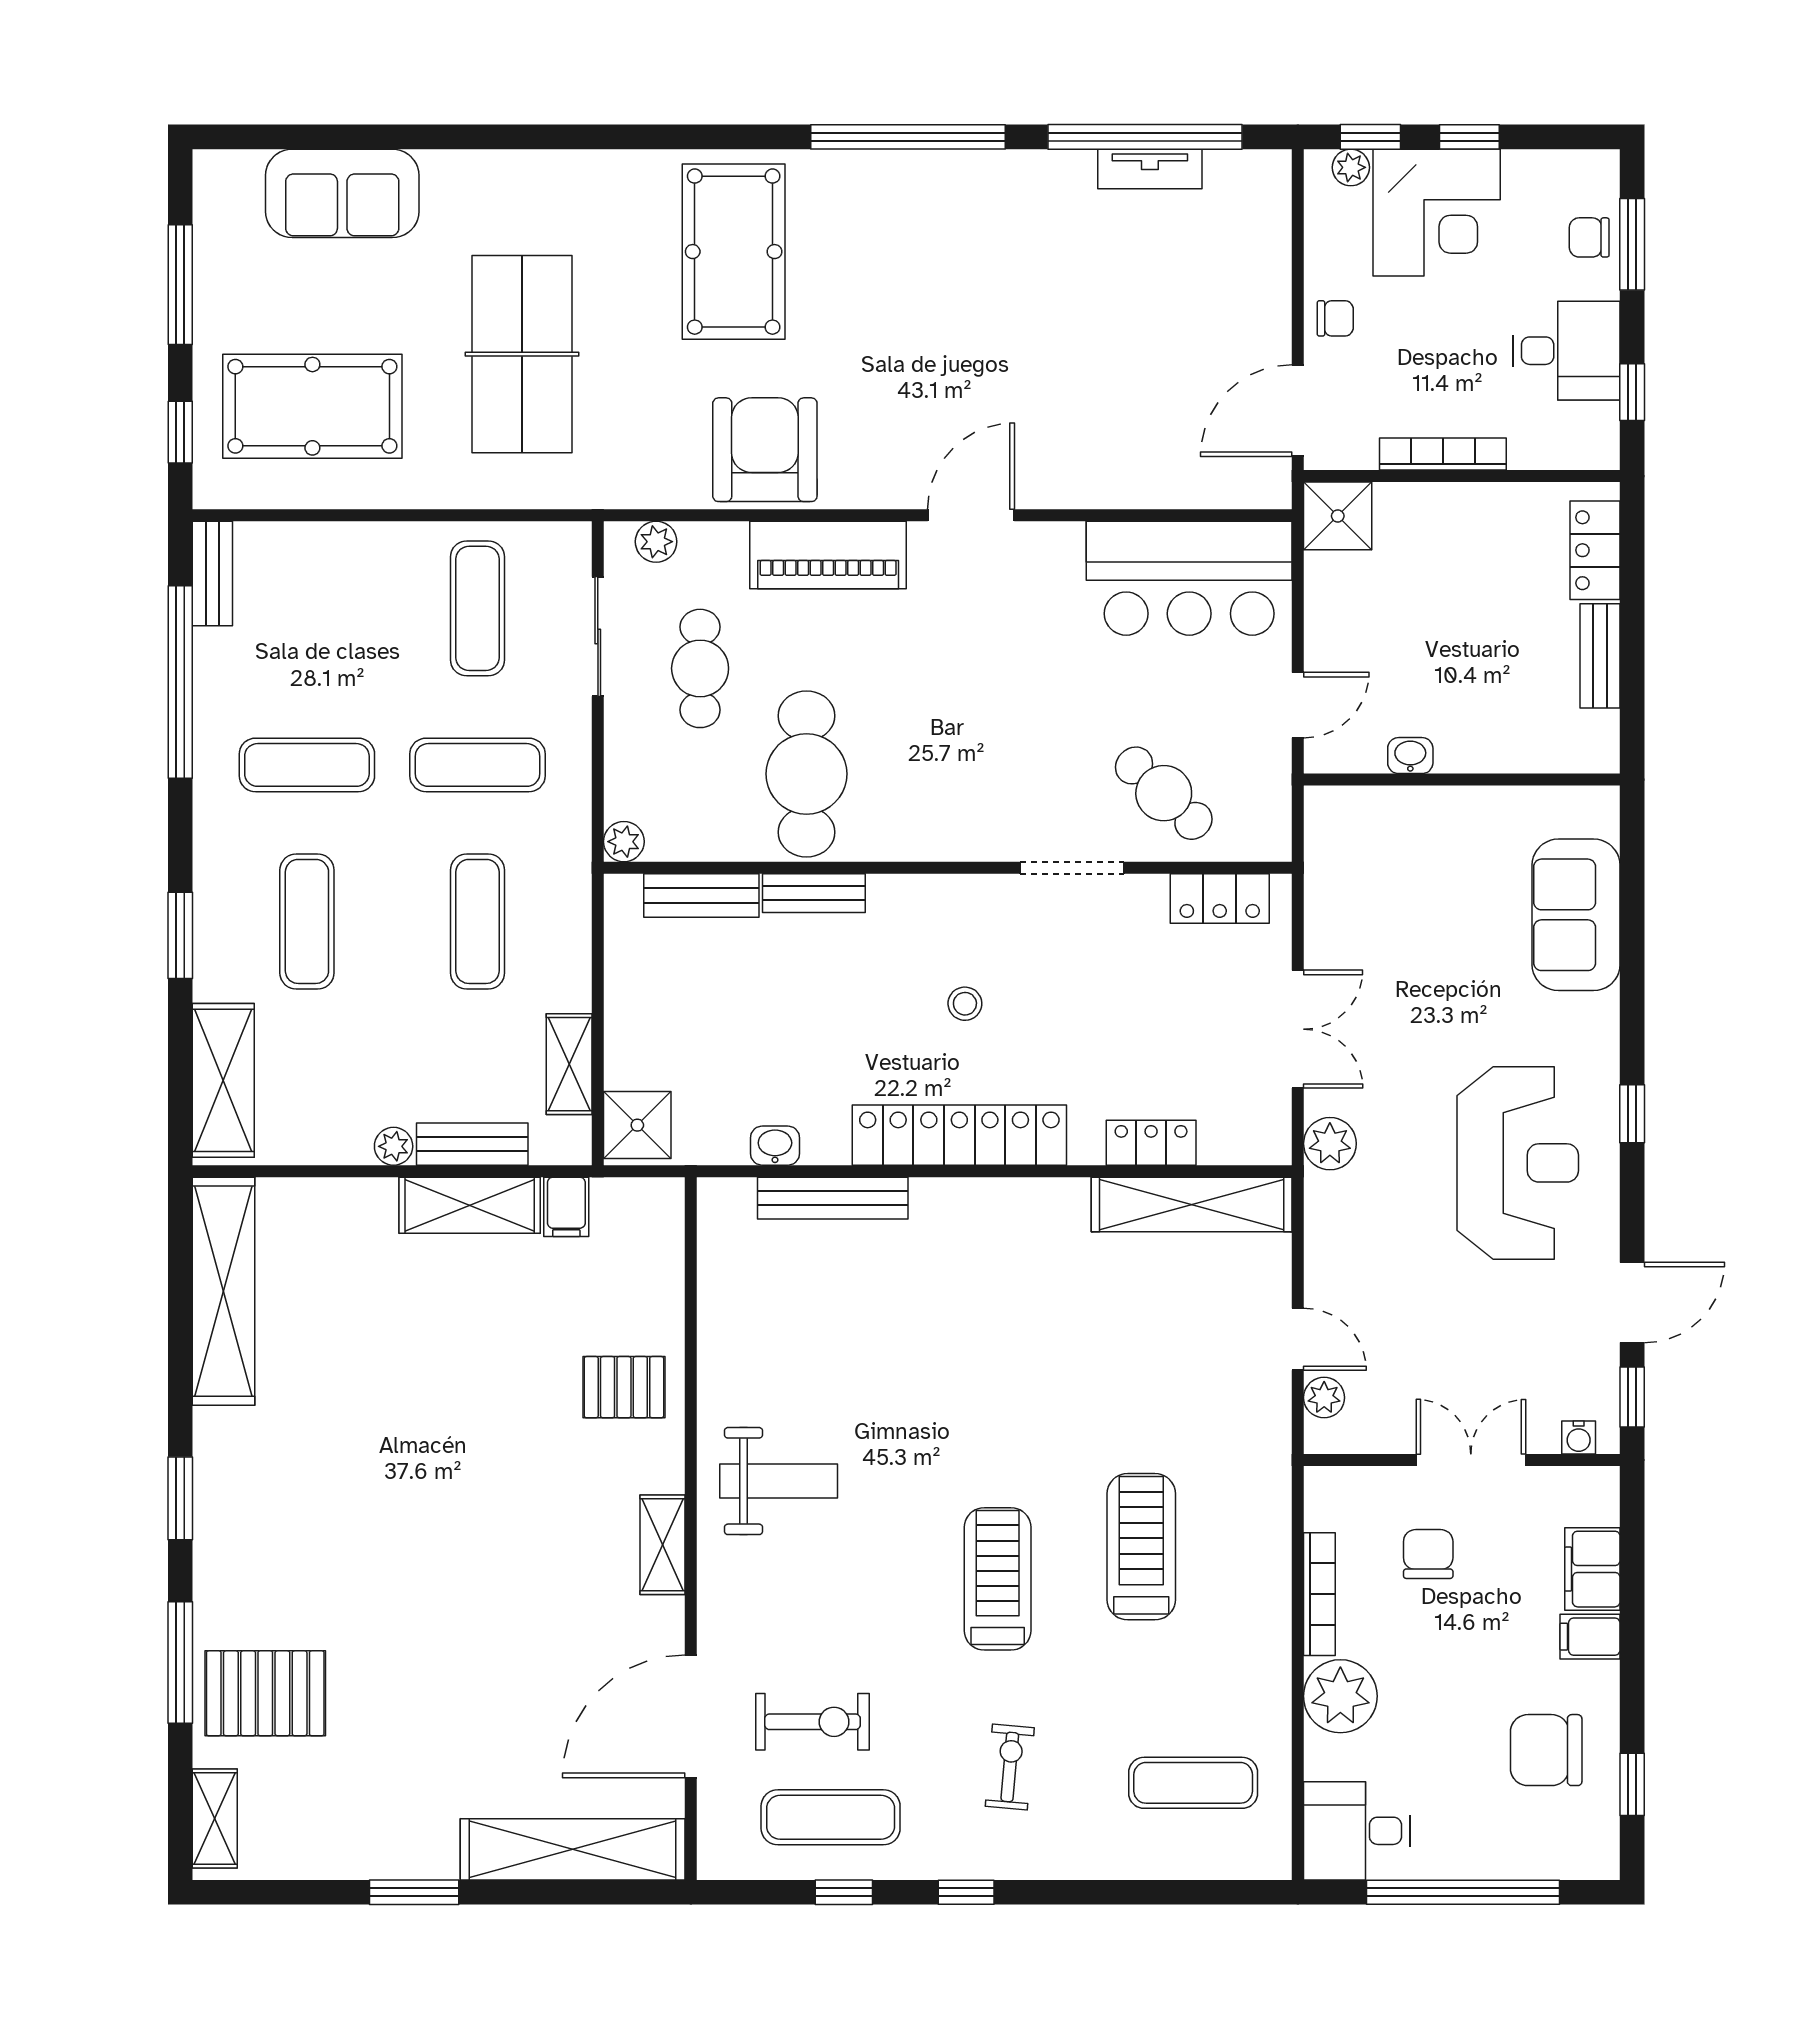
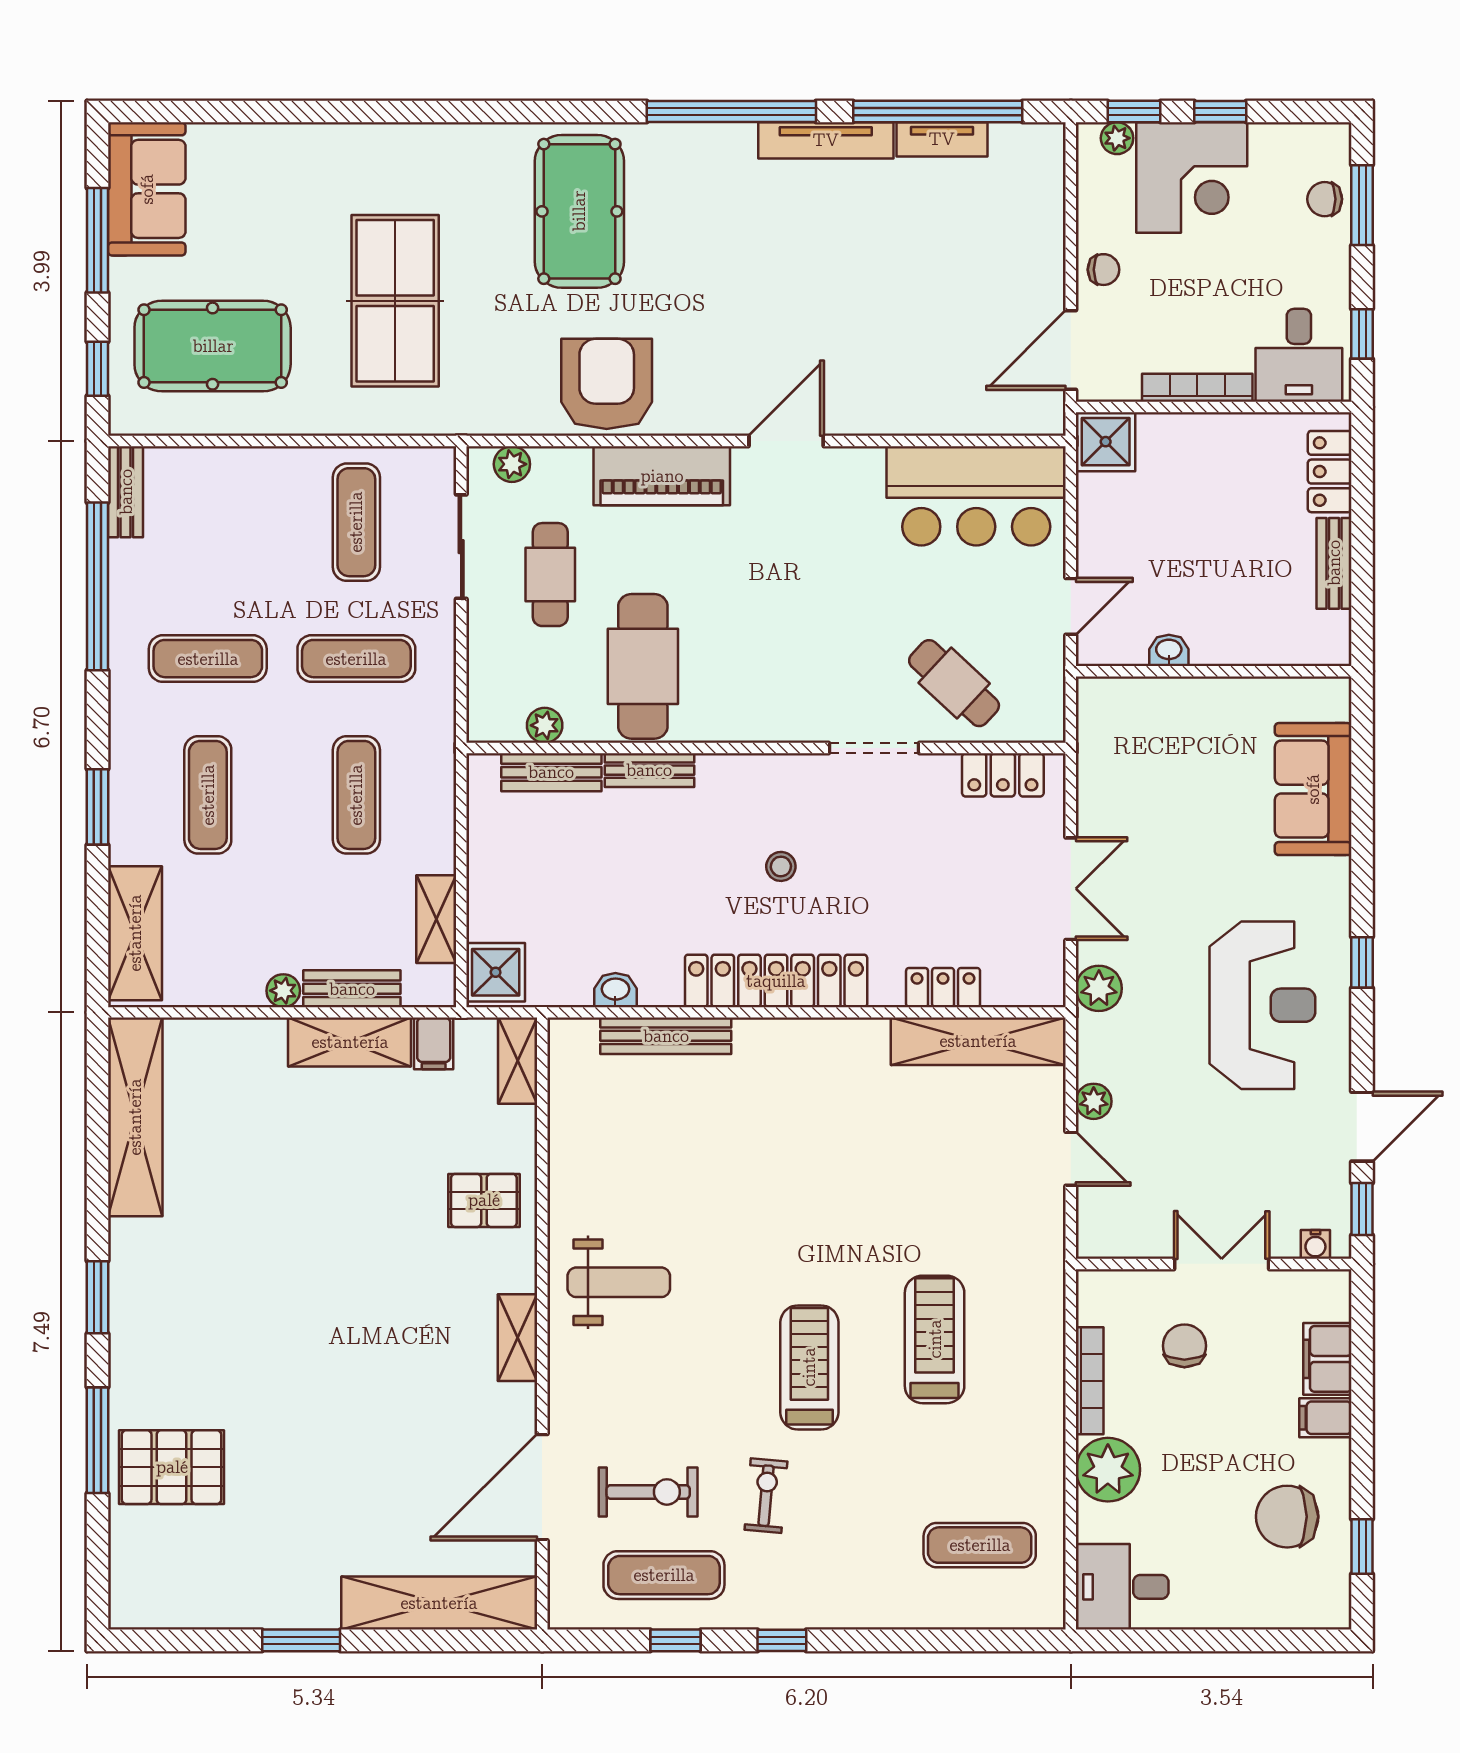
tv unit: (1016, 170) -> (826, 140), added
sofa: (342, 193) -> (147, 189), moved, turned -90
desk: (1566, 351) -> (1299, 355), moved, turned 90
plant: (624, 842) -> (545, 725), moved
plant: (1324, 1398) -> (1094, 1101), moved
exercise bike: (1010, 1767) -> (766, 1496), moved
shelving: (215, 1818) -> (518, 1061), moved
window: (1463, 1892) -> (1215, 1640), removed

